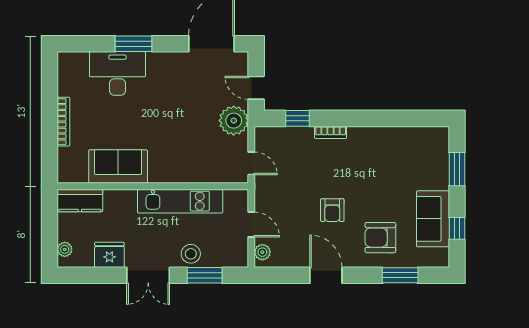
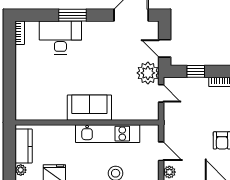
bookcase: (63, 122) -> (20, 33), moved, width x0.64
door: (251, 163) -> (161, 93), moved
sofa: (118, 167) -> (89, 108), moved
kitchen counter: (80, 201) -> (24, 146), moved, turned -90

